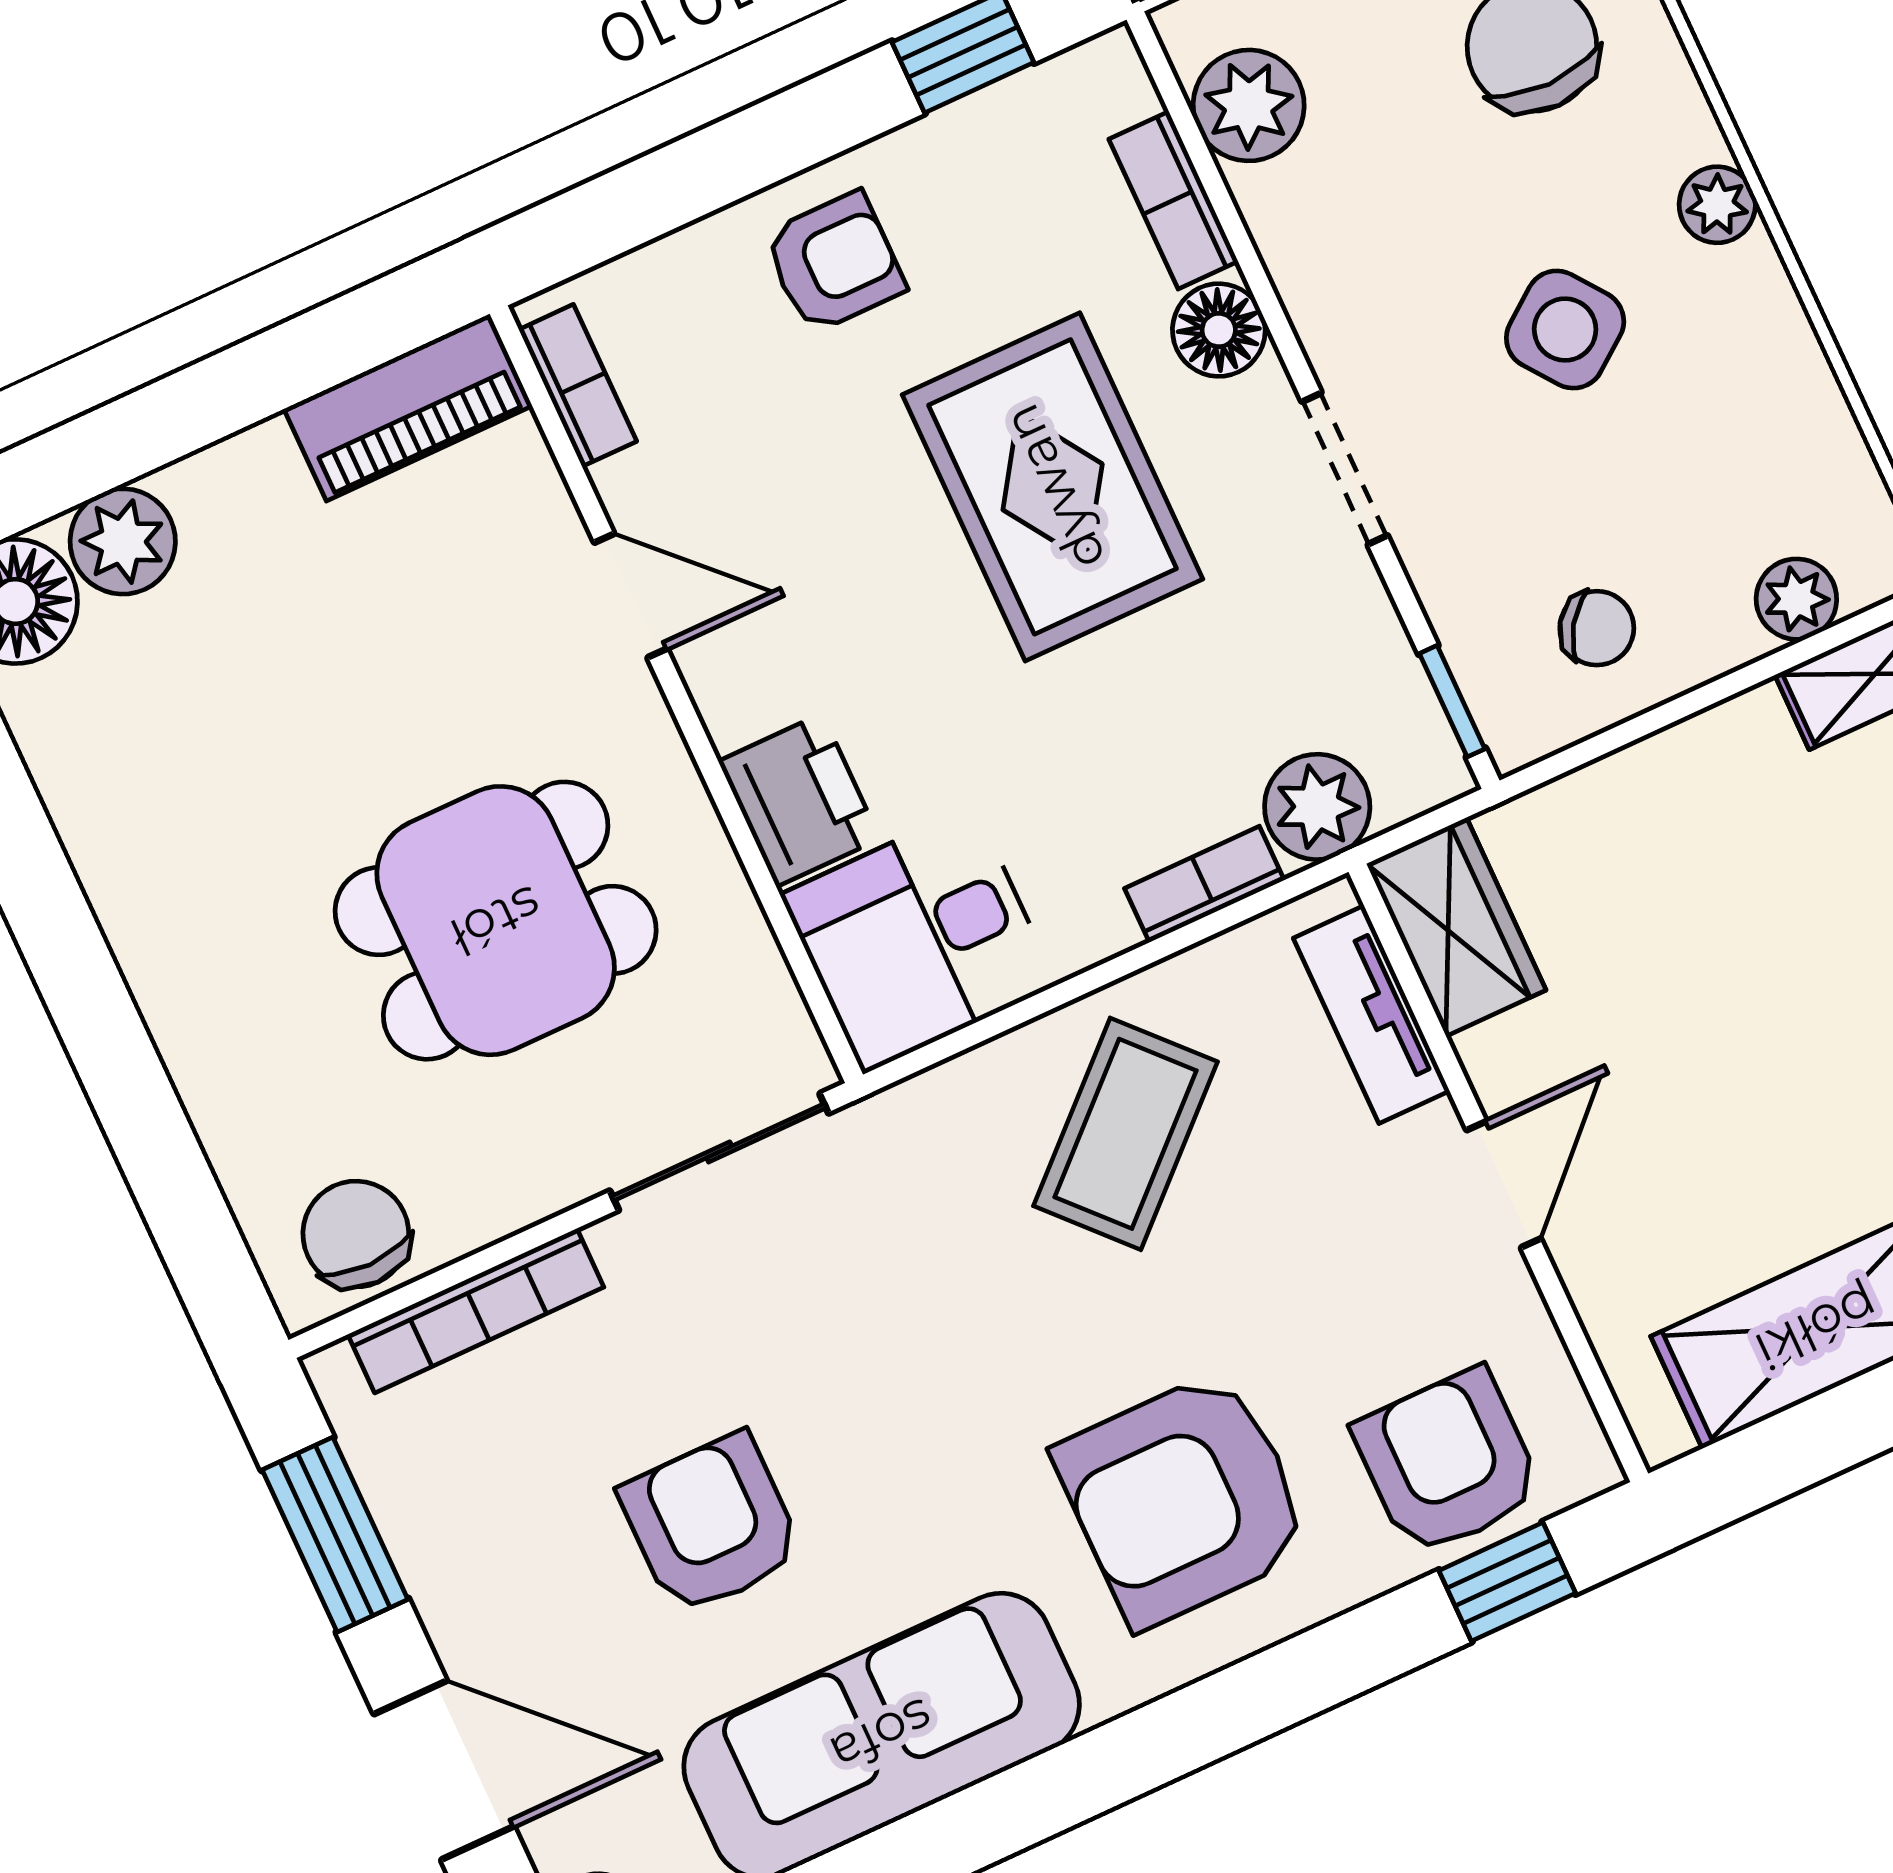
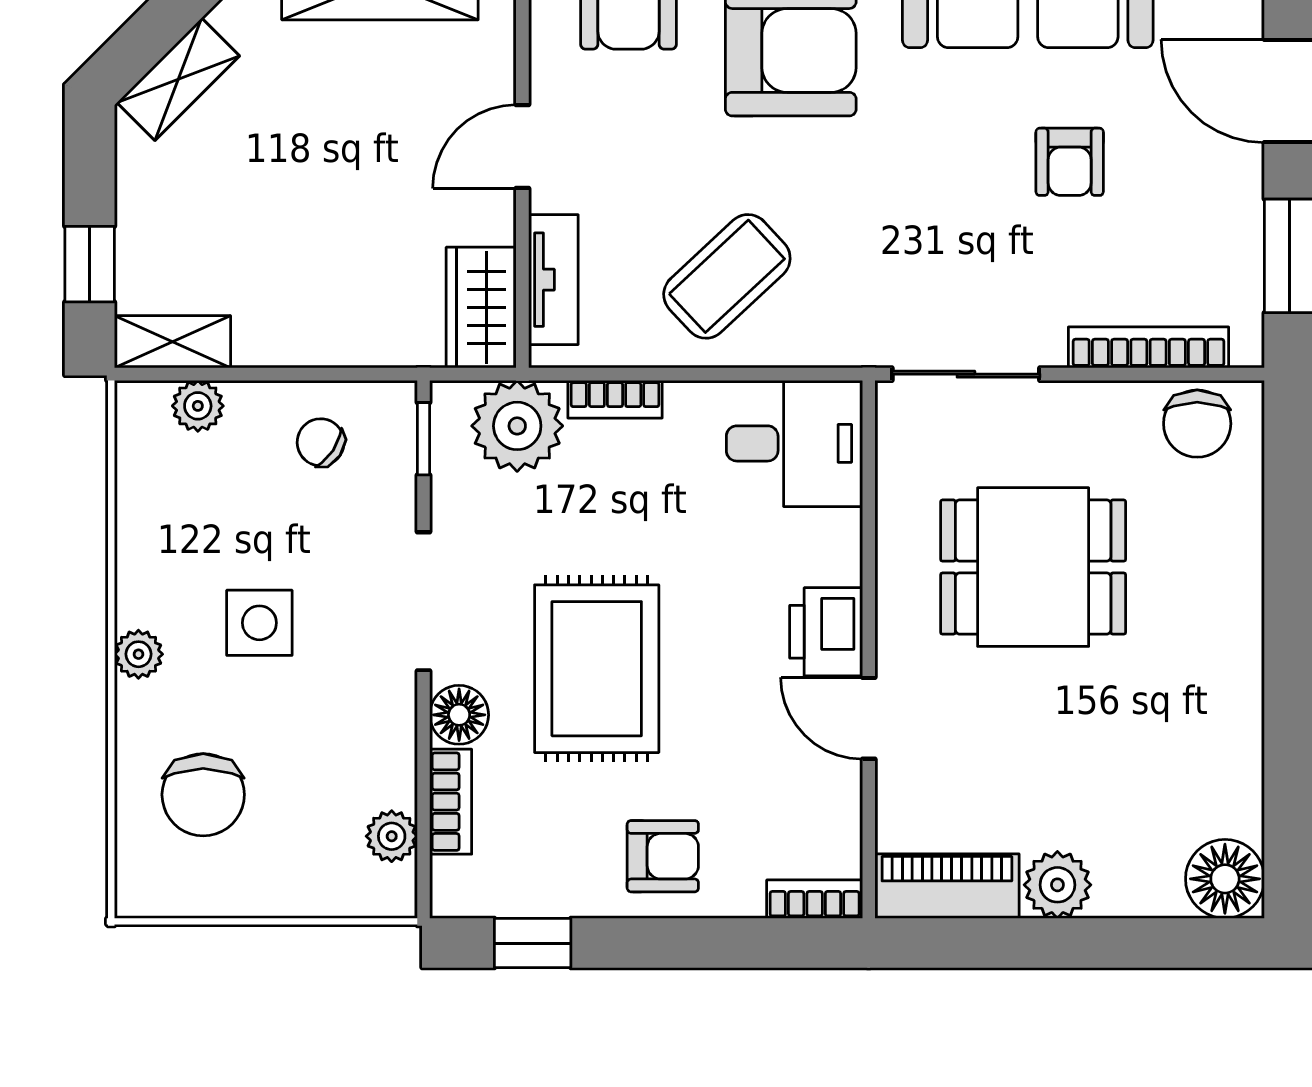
plant: (1249, 105) -> (392, 836), width x0.73, depth x0.73
armchair: (834, 262) -> (663, 856), turned 180
side table: (1565, 330) -> (259, 623), turned 37
bookcase: (578, 385) -> (815, 899), moved, turned 90
doorway: (1345, 469) -> (423, 601), width x1.38
plant: (123, 541) -> (1057, 885), moved
printer: (799, 800) -> (826, 632), moved
plant: (1317, 807) -> (517, 426), width x1.36, depth x1.36
armchair: (711, 1524) -> (1070, 162), width x0.72, depth x0.72

